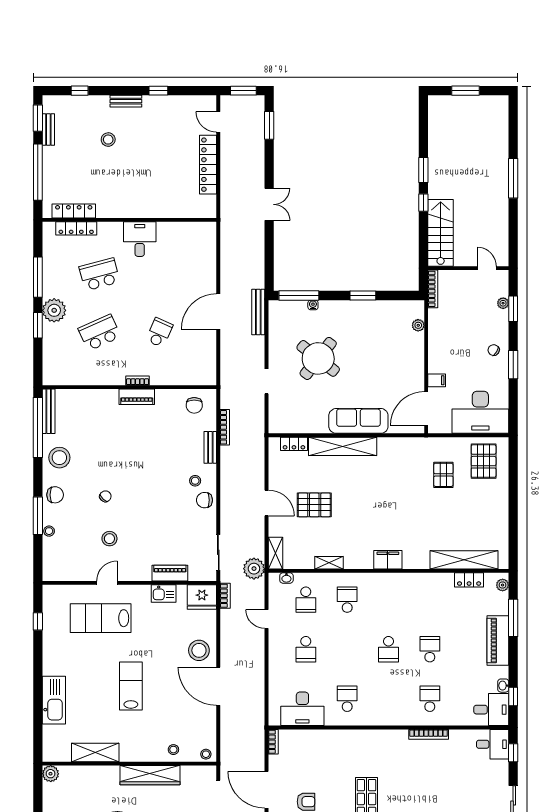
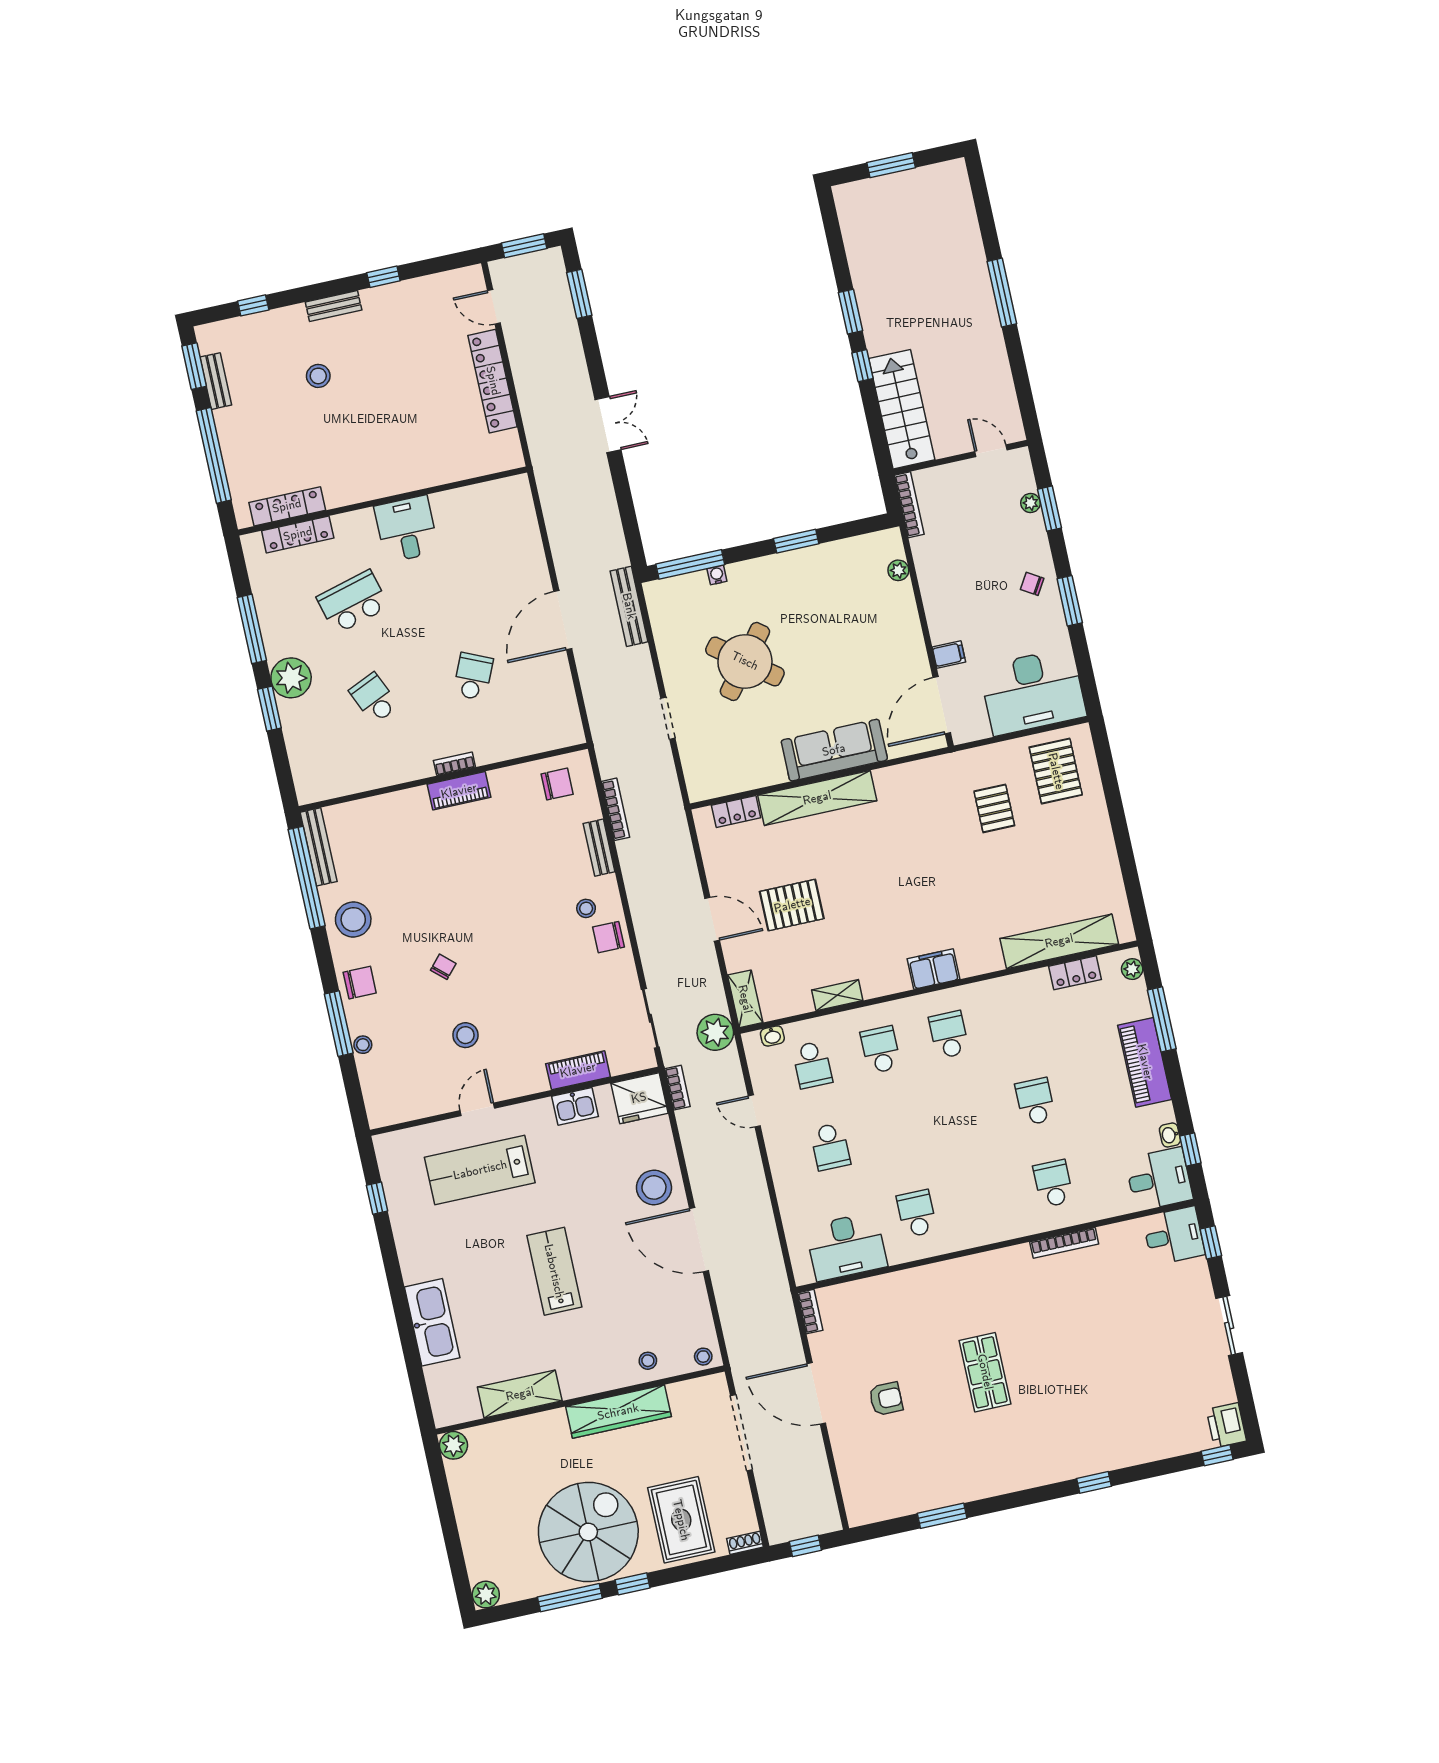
school desk: (99, 333) -> (374, 698), width x0.54
chair: (194, 405) -> (557, 784), turned -90
school desk: (388, 649) -> (949, 1035), moved, turned 180

